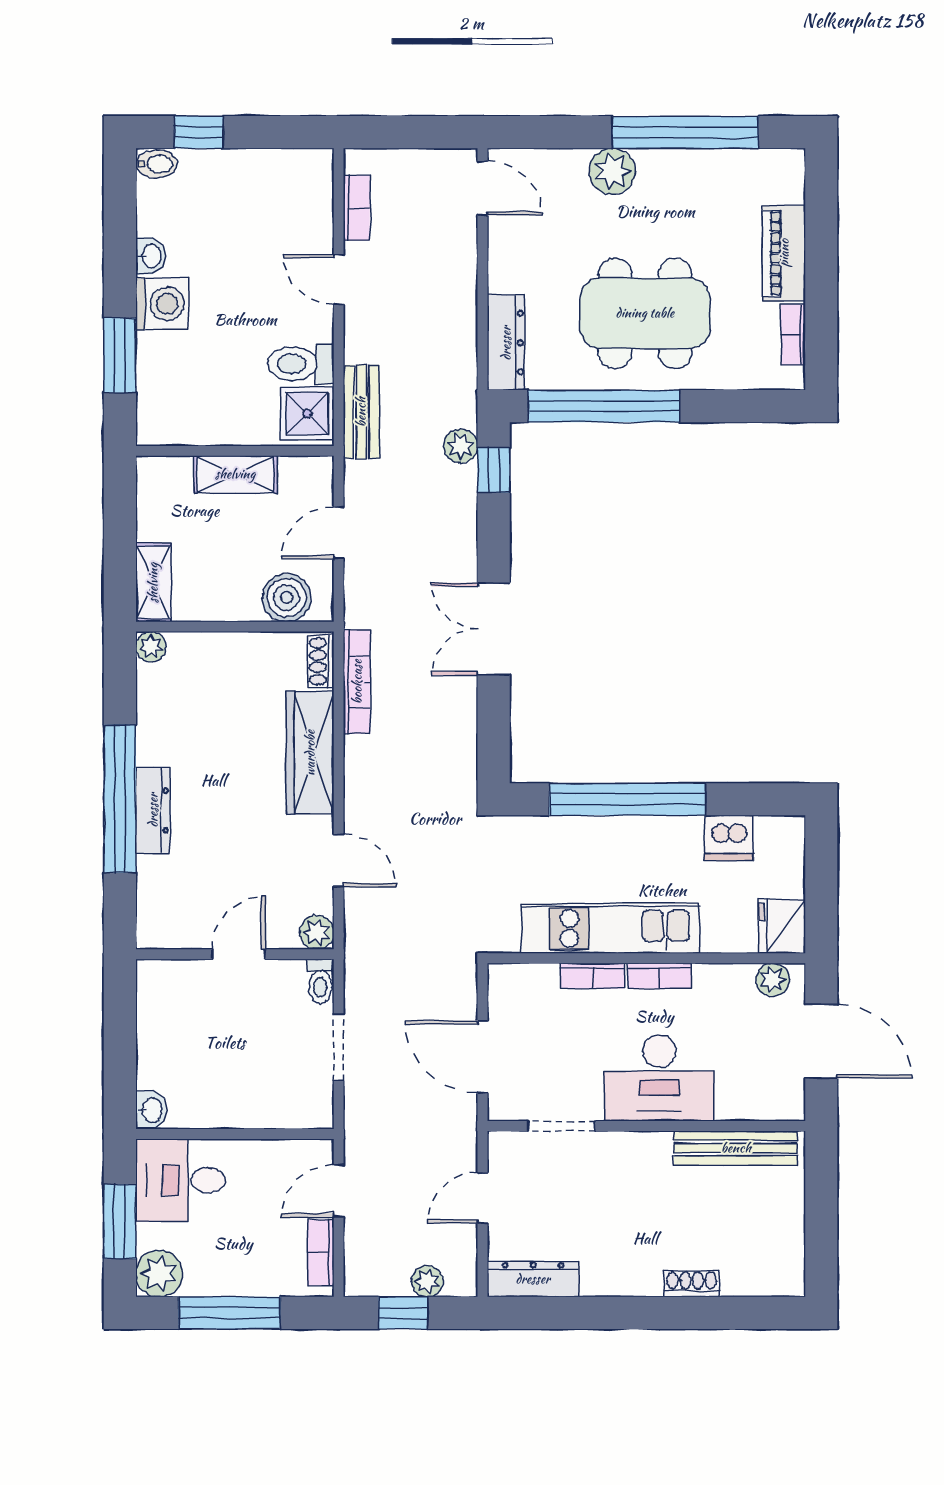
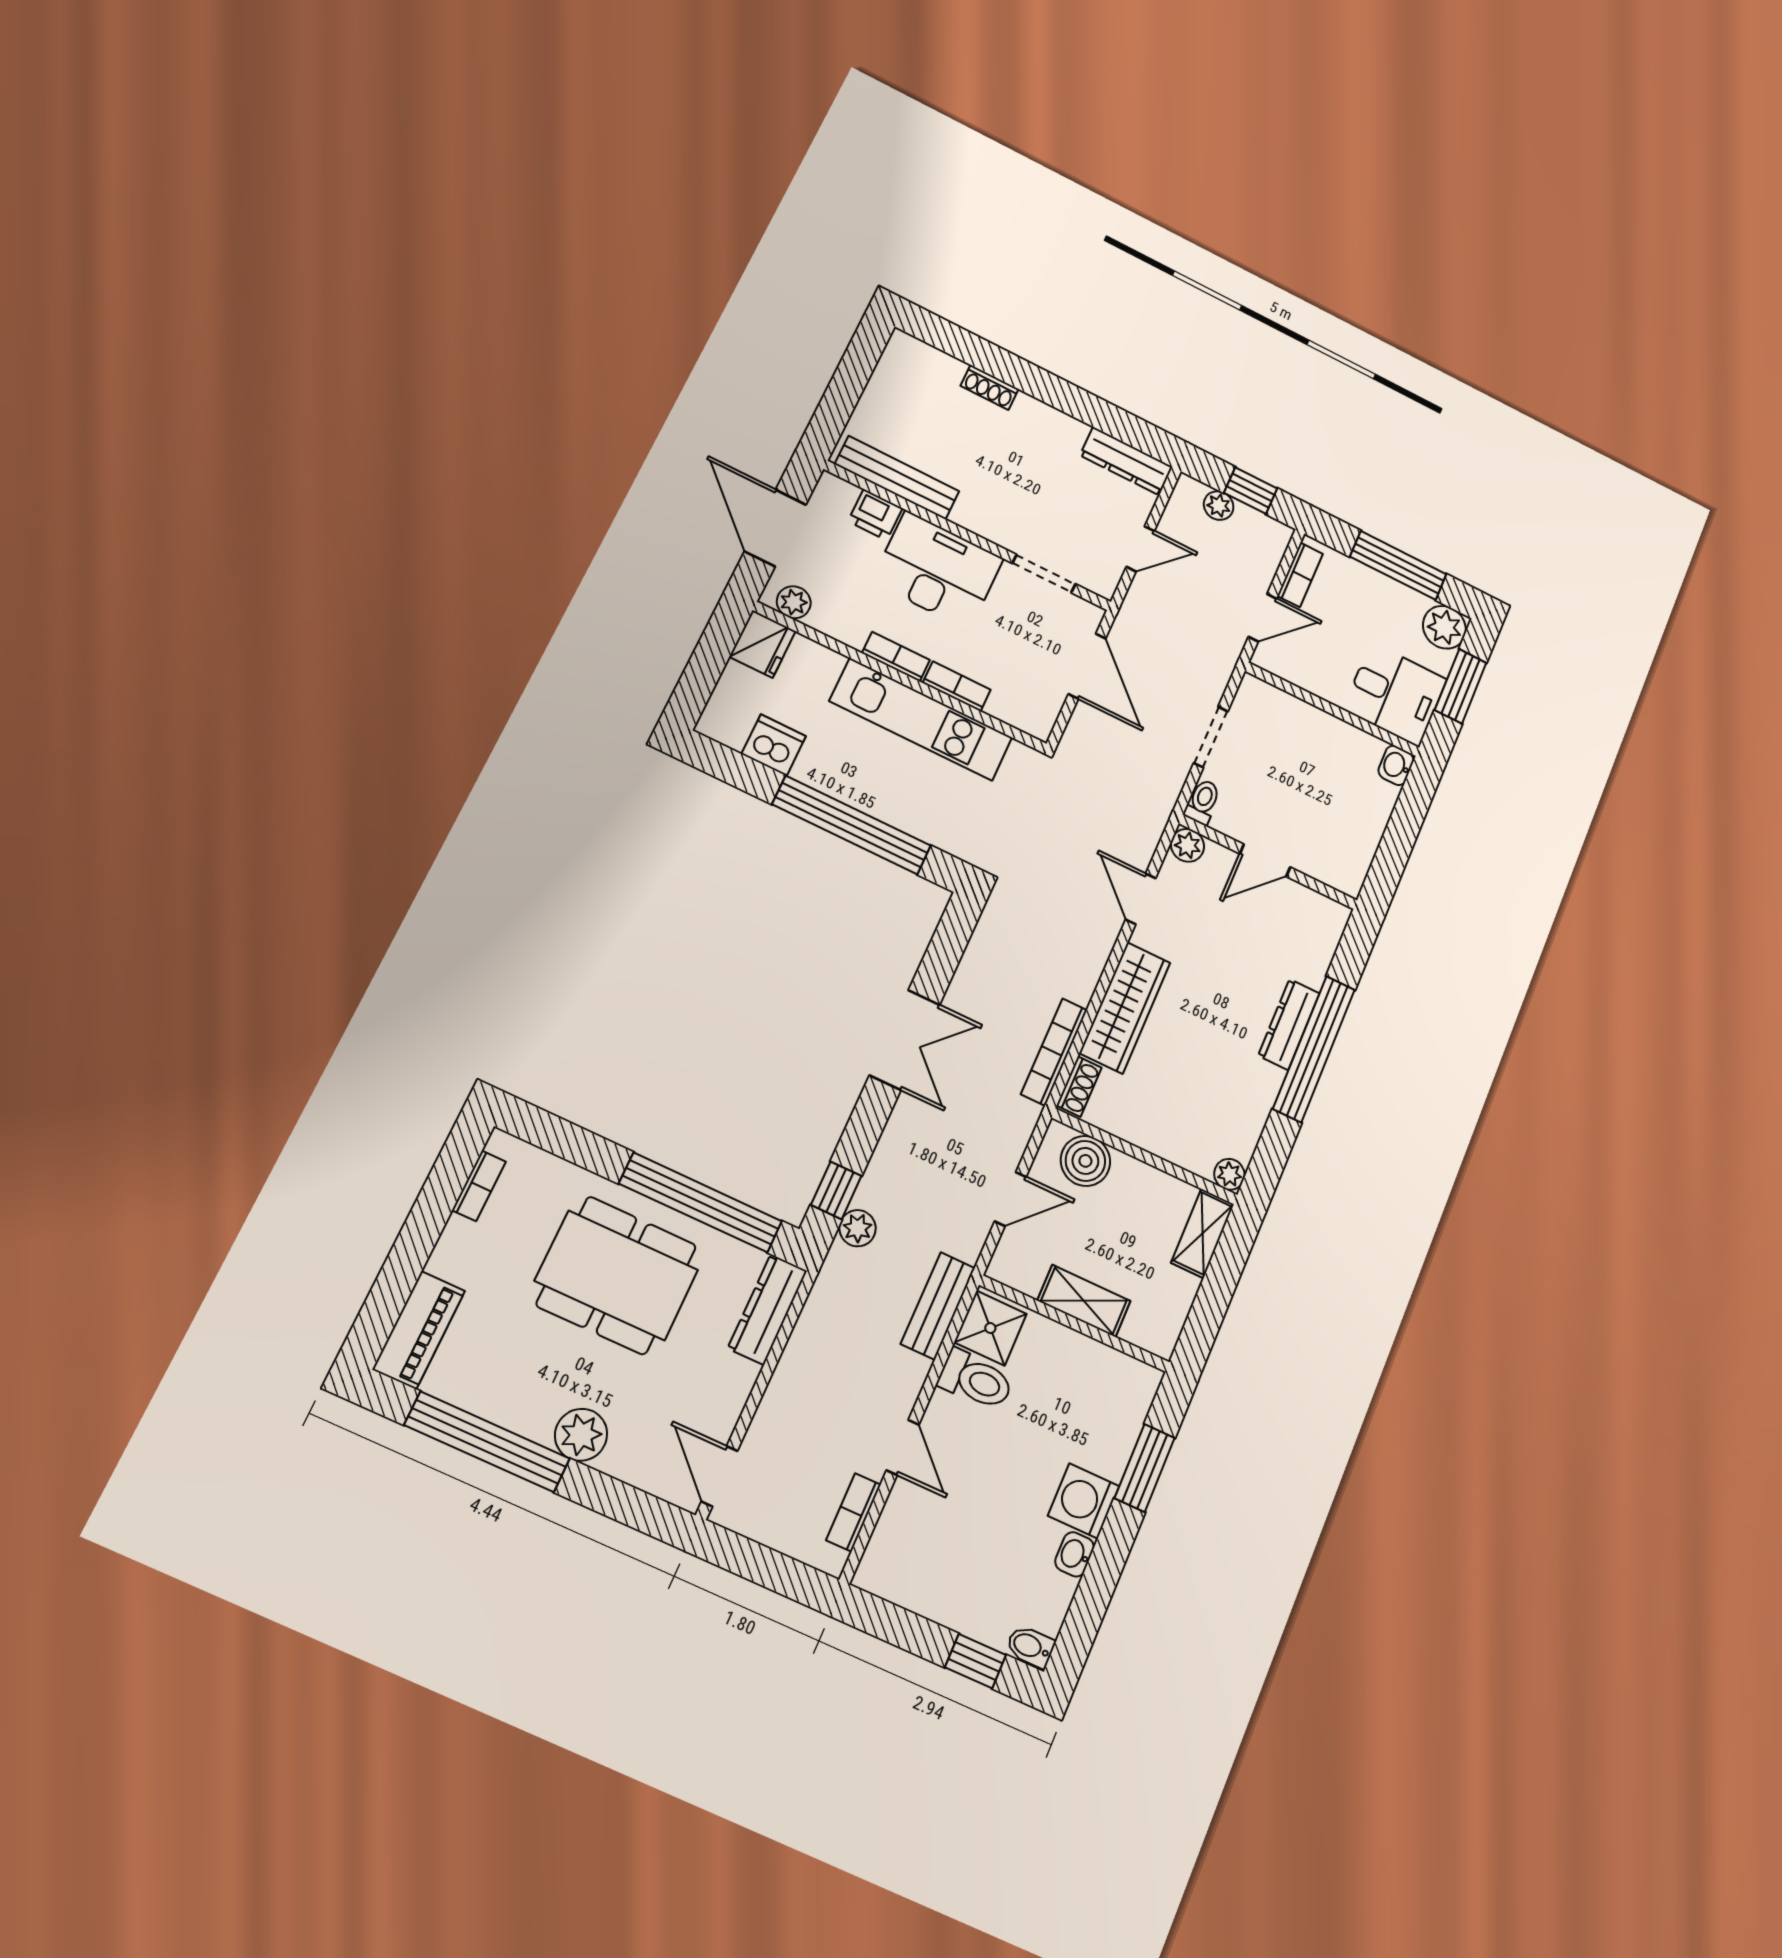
piano: (784, 253) -> (419, 1330), moved
printer: (739, 1102) -> (875, 515), added

